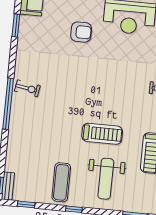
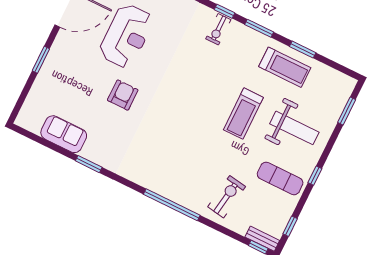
exercise bike: (27, 88) -> (227, 197), moved, width x1.38, depth x1.39
treadmill: (102, 134) -> (243, 114), turned 180

